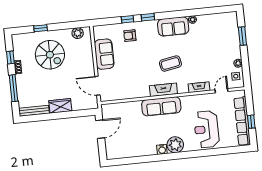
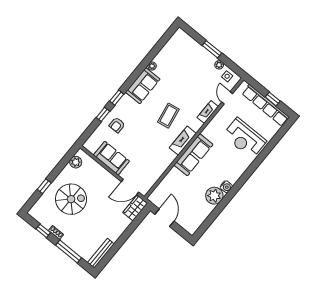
window: (242, 36) -> (212, 49), moved
wardrobe: (60, 106) -> (135, 208), moved
plant: (175, 145) -> (214, 196), moved

